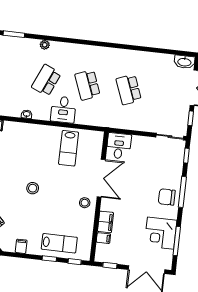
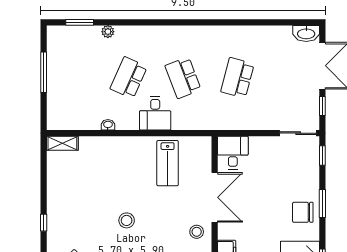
plant: (45, 45) -> (108, 32), moved
school desk: (129, 90) -> (237, 78), turned 36
window: (182, 192) -> (322, 203), width x0.69

